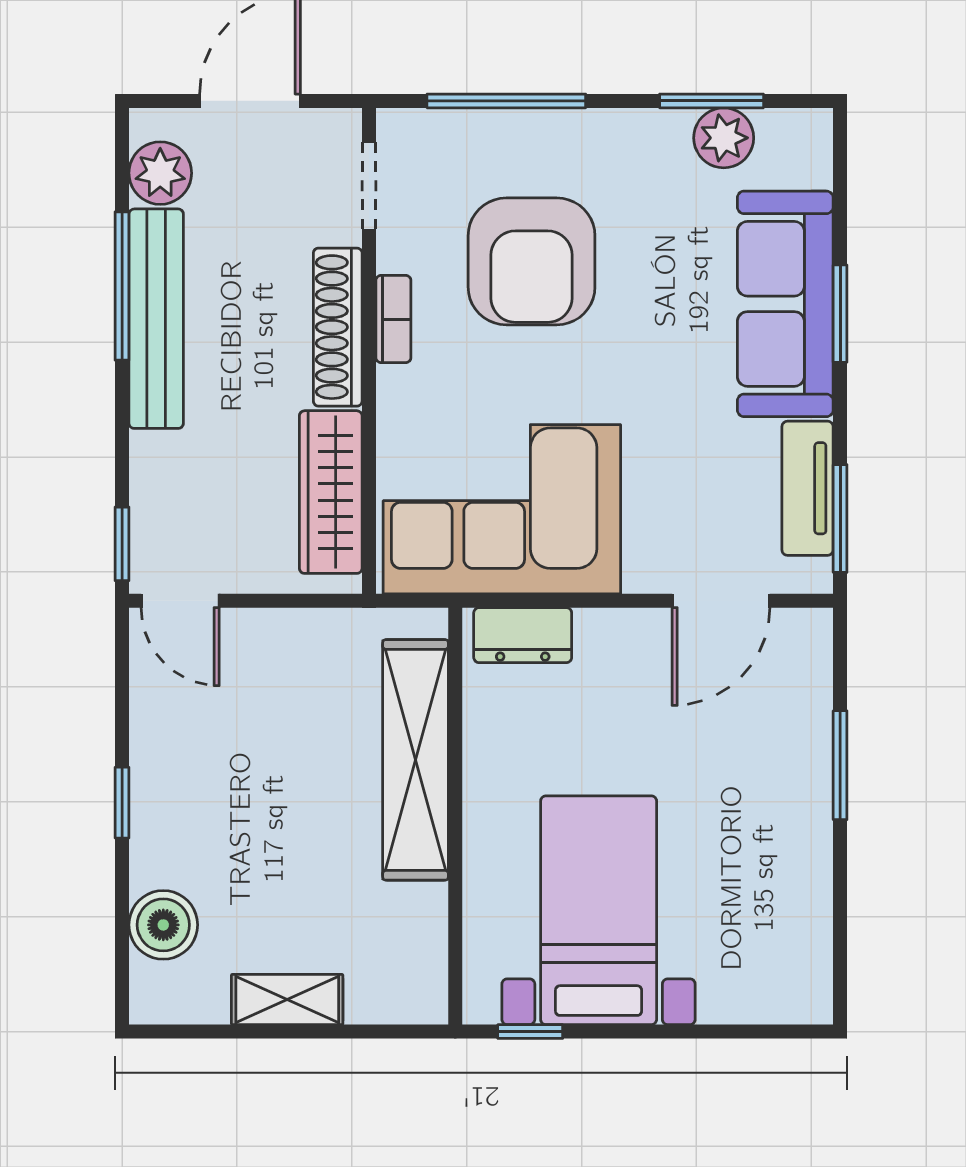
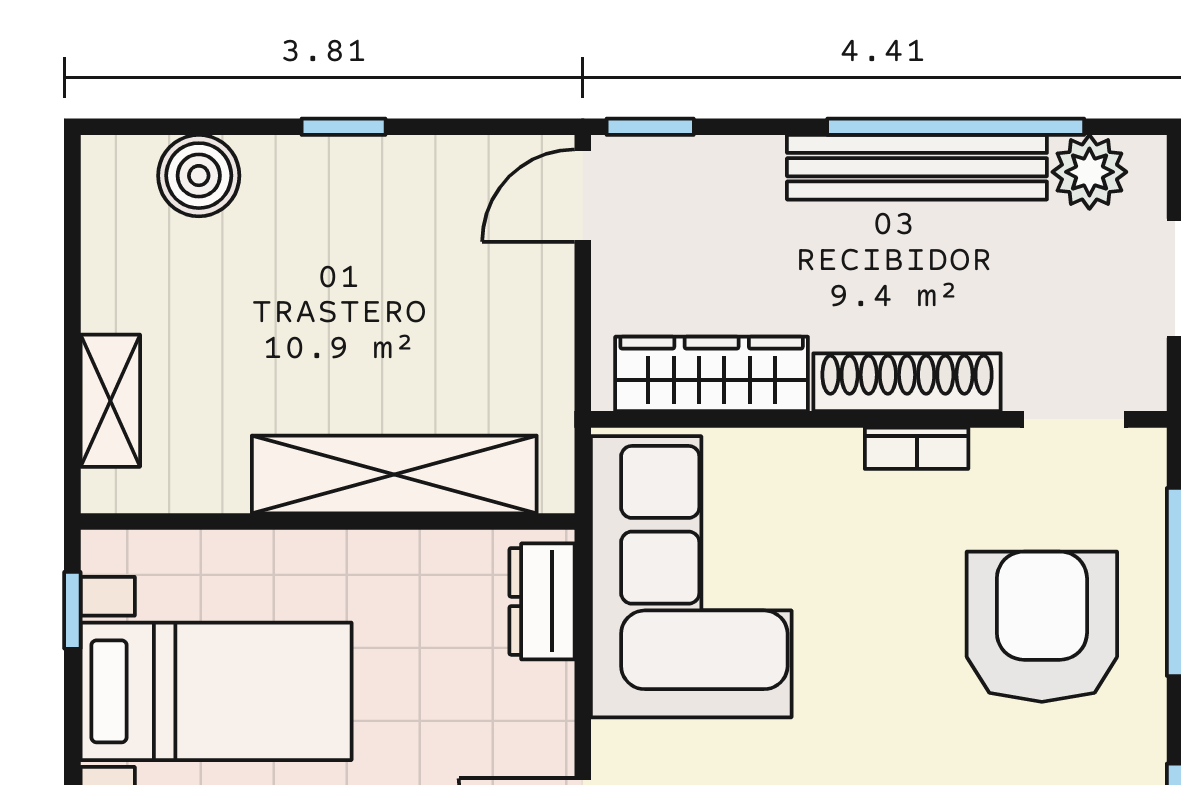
armchair: (532, 261) -> (1042, 627), moved, turned 90
window: (122, 286) -> (956, 127), width x1.46
shelving: (287, 1000) -> (110, 401), moved

